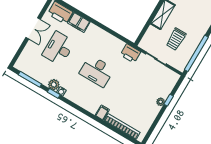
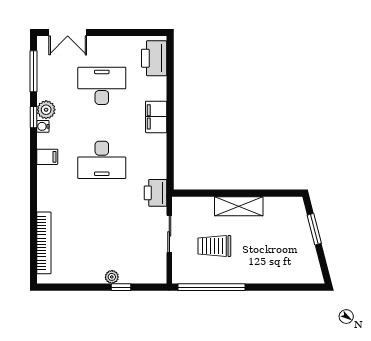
filing cabinet: (79, 22) -> (156, 117), moved
double door: (33, 28) -> (68, 33), moved
desk: (97, 71) -> (102, 160), turned -90
filing cabinet: (102, 113) -> (47, 157), moved

